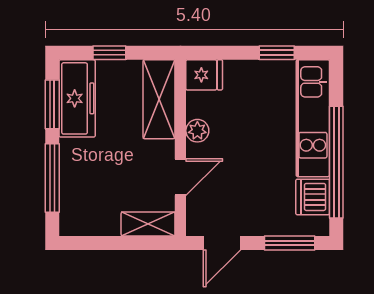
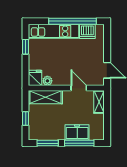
freezer: (77, 98) -> (77, 132), moved, width x0.71
plant: (197, 131) -> (47, 81), moved
window: (290, 243) -> (107, 41), removed

